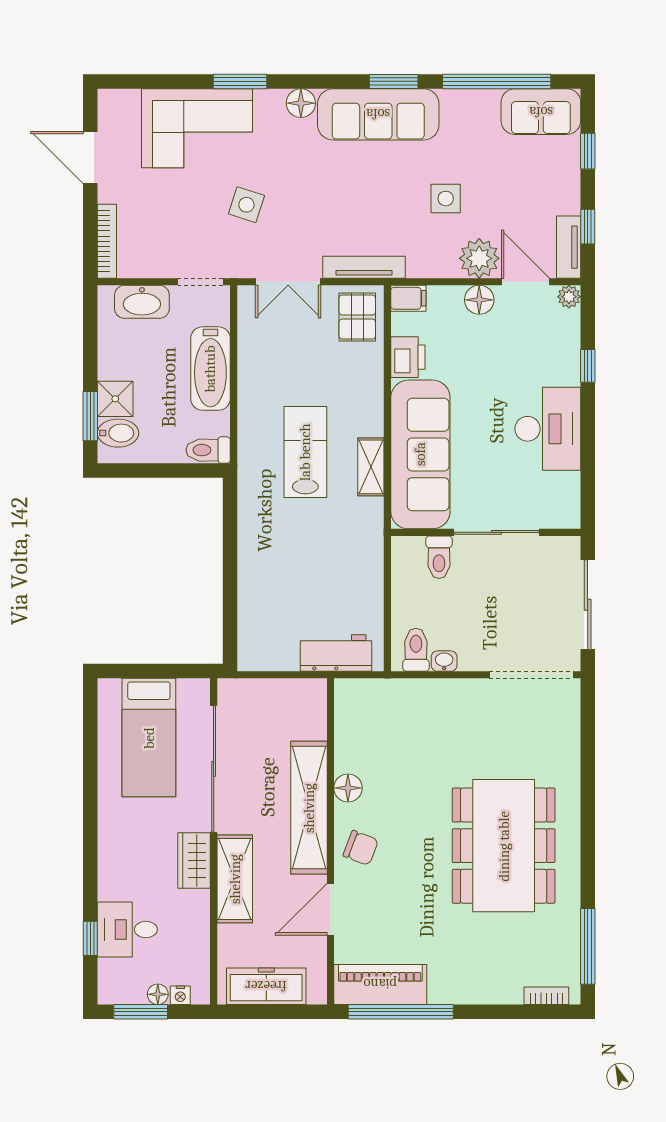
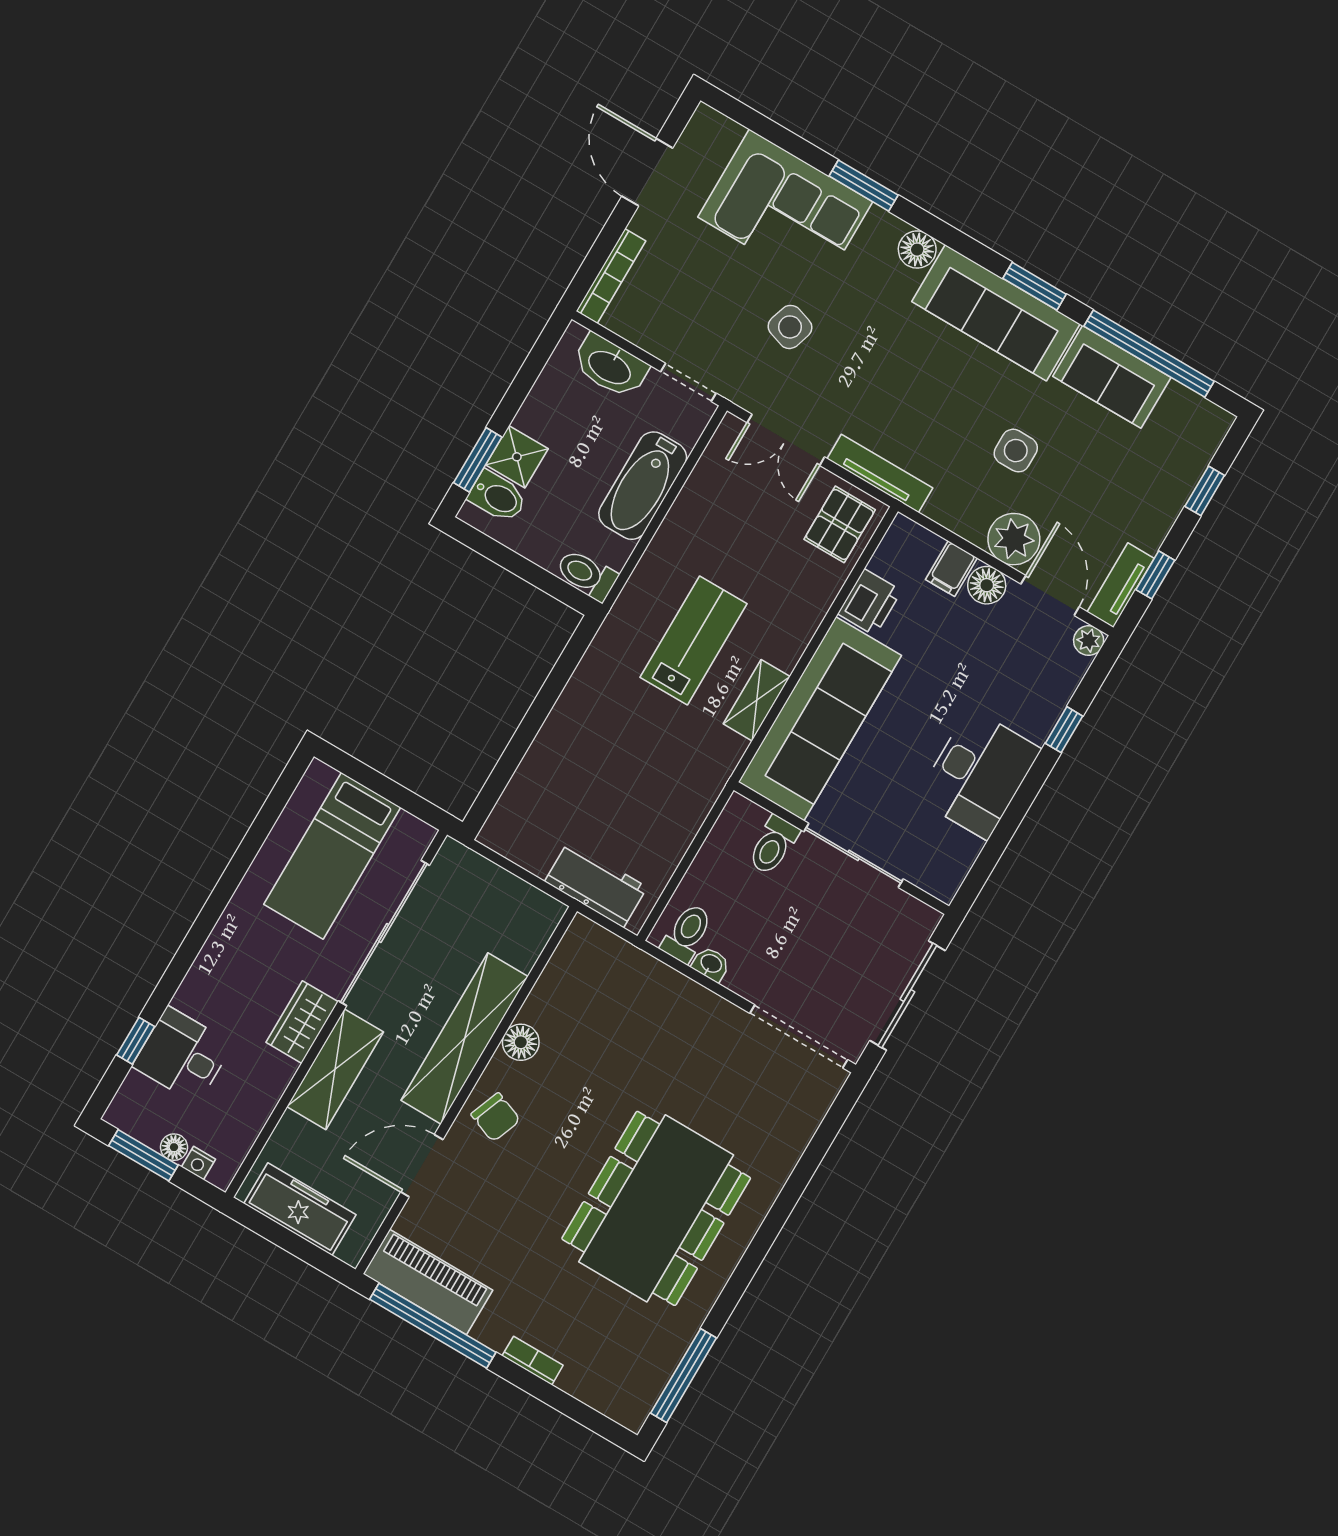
sofa: (541, 112) -> (1112, 377), moved
filing cabinet: (408, 298) -> (951, 569), moved, turned 90
bookcase: (546, 996) -> (533, 1361), moved

